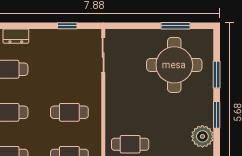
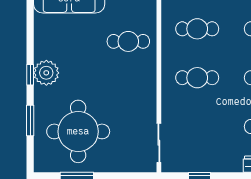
window: (217, 115) -> (30, 75), width x0.67
plant: (202, 136) -> (46, 73), moved

